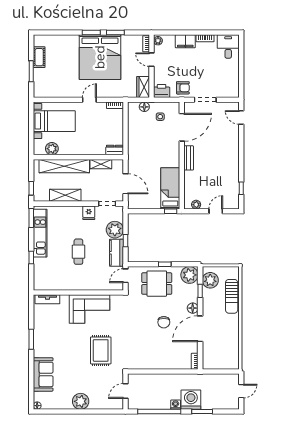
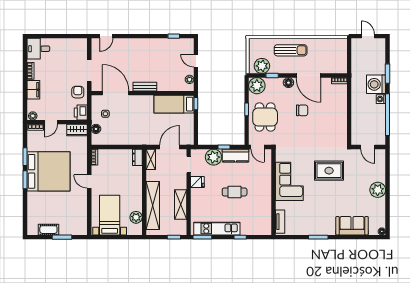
shelving: (101, 164) -> (151, 159), moved
sun lounger: (232, 296) -> (291, 50), moved

